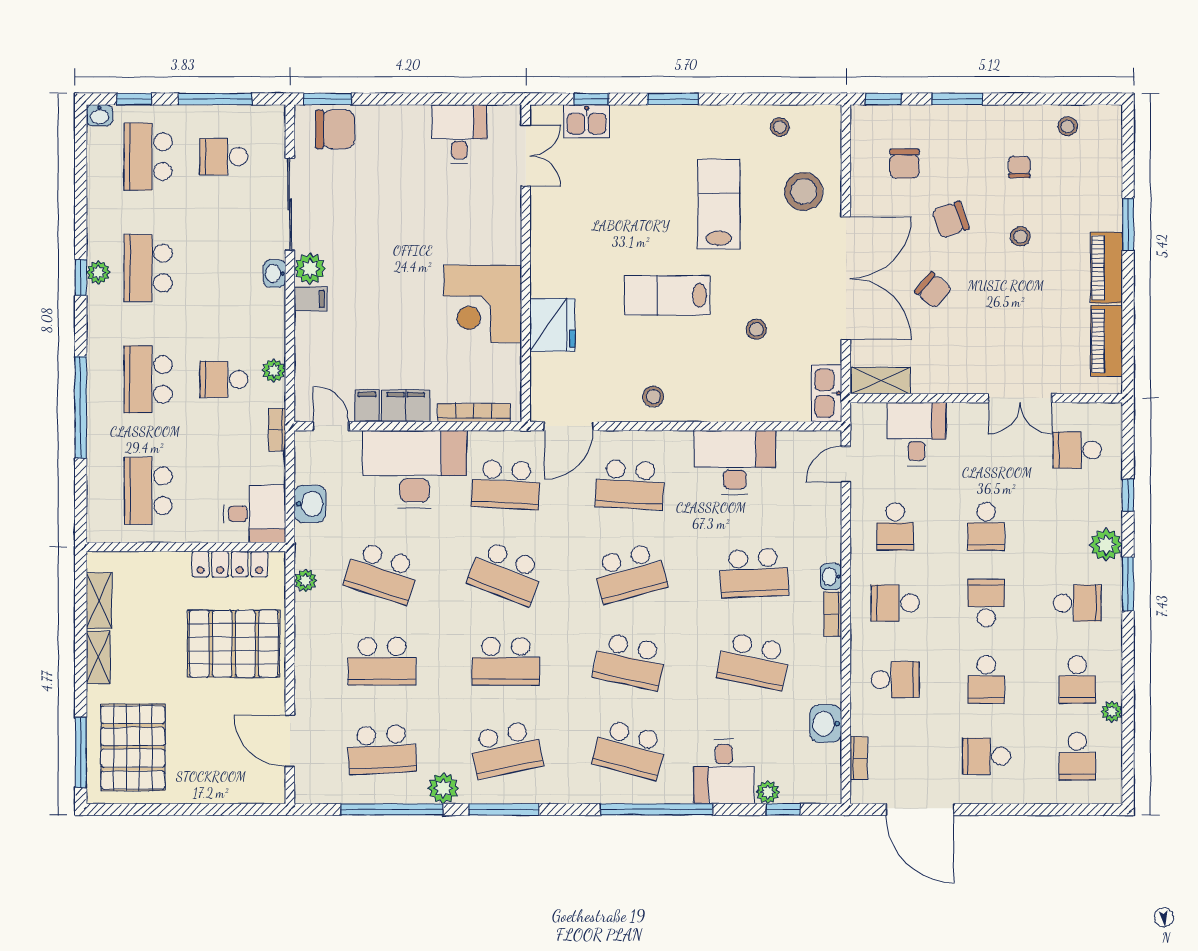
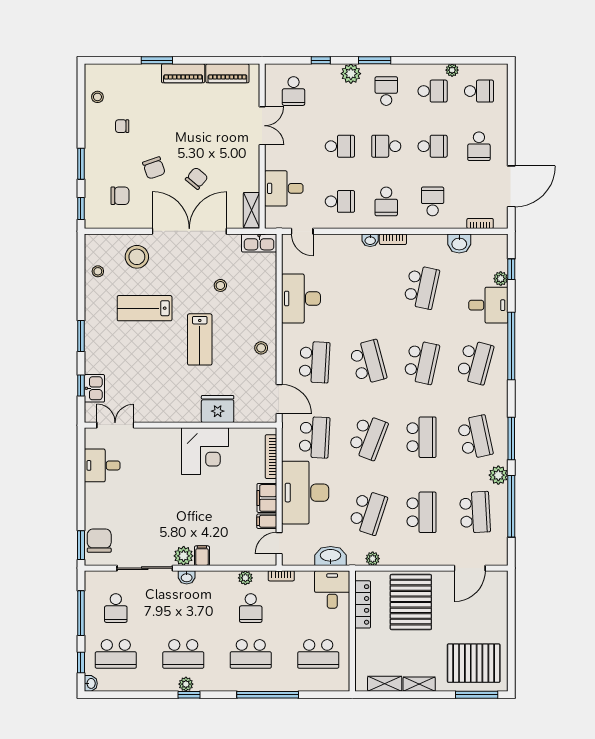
stool: (1020, 236) -> (164, 126), removed
washbasin: (310, 504) -> (331, 556), width x1.38
school desk: (754, 573) -> (368, 287), removed

